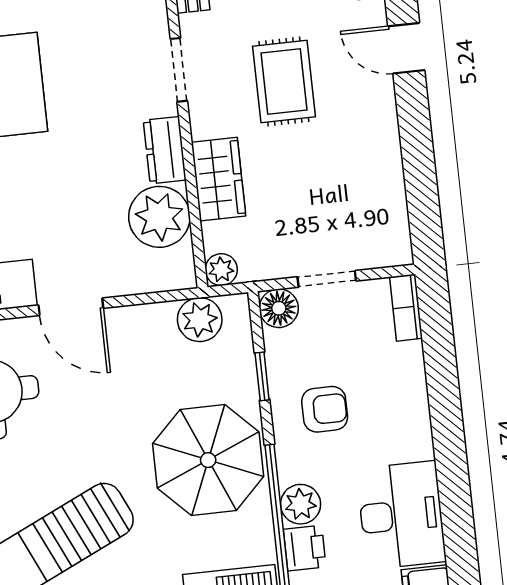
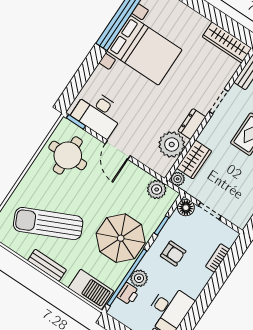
wardrobe: (218, 179) -> (194, 160), moved
bookcase: (406, 308) -> (218, 258), moved

